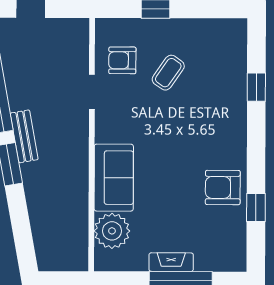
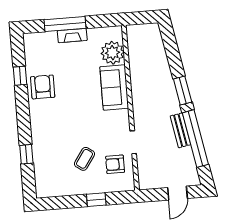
armchair: (122, 60) -> (115, 164), turned 180
bench: (24, 136) -> (180, 130), moved
armchair: (223, 188) -> (43, 87), turned -90

